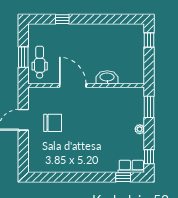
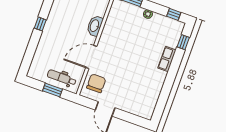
window: (62, 19) -> (40, 24), moved
chair: (53, 123) -> (96, 83), moved
row of seats: (131, 166) -> (167, 59), moved

